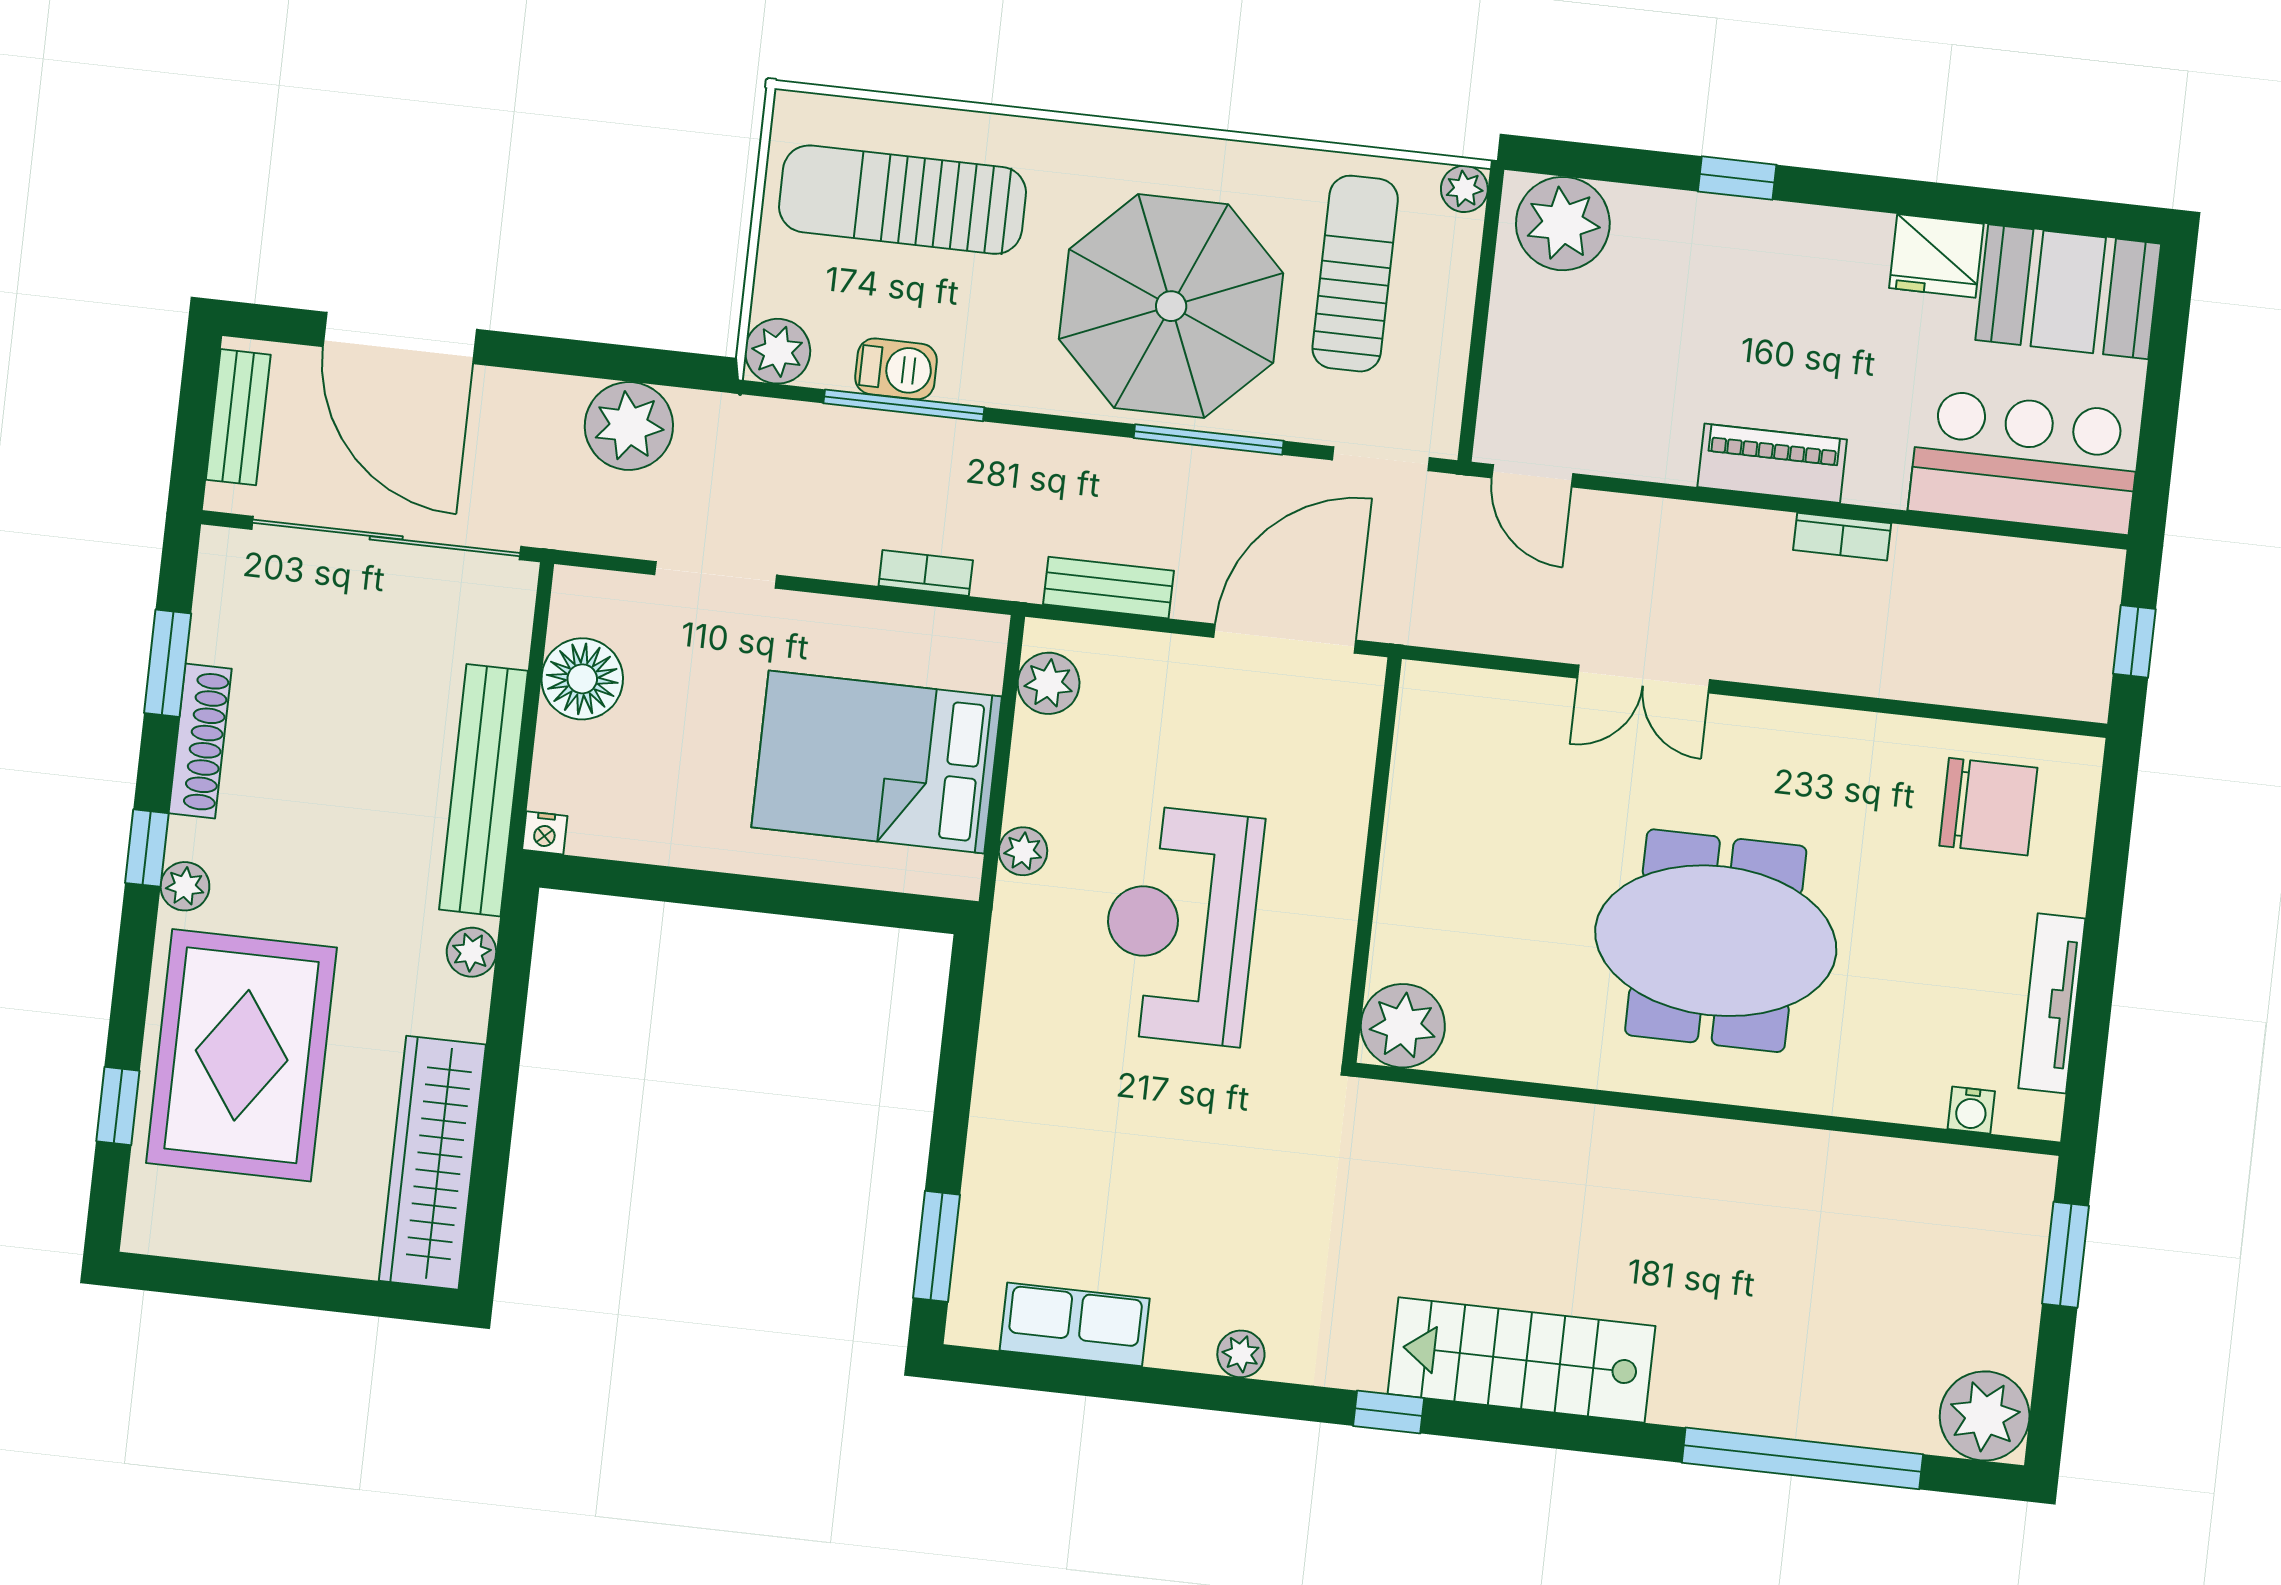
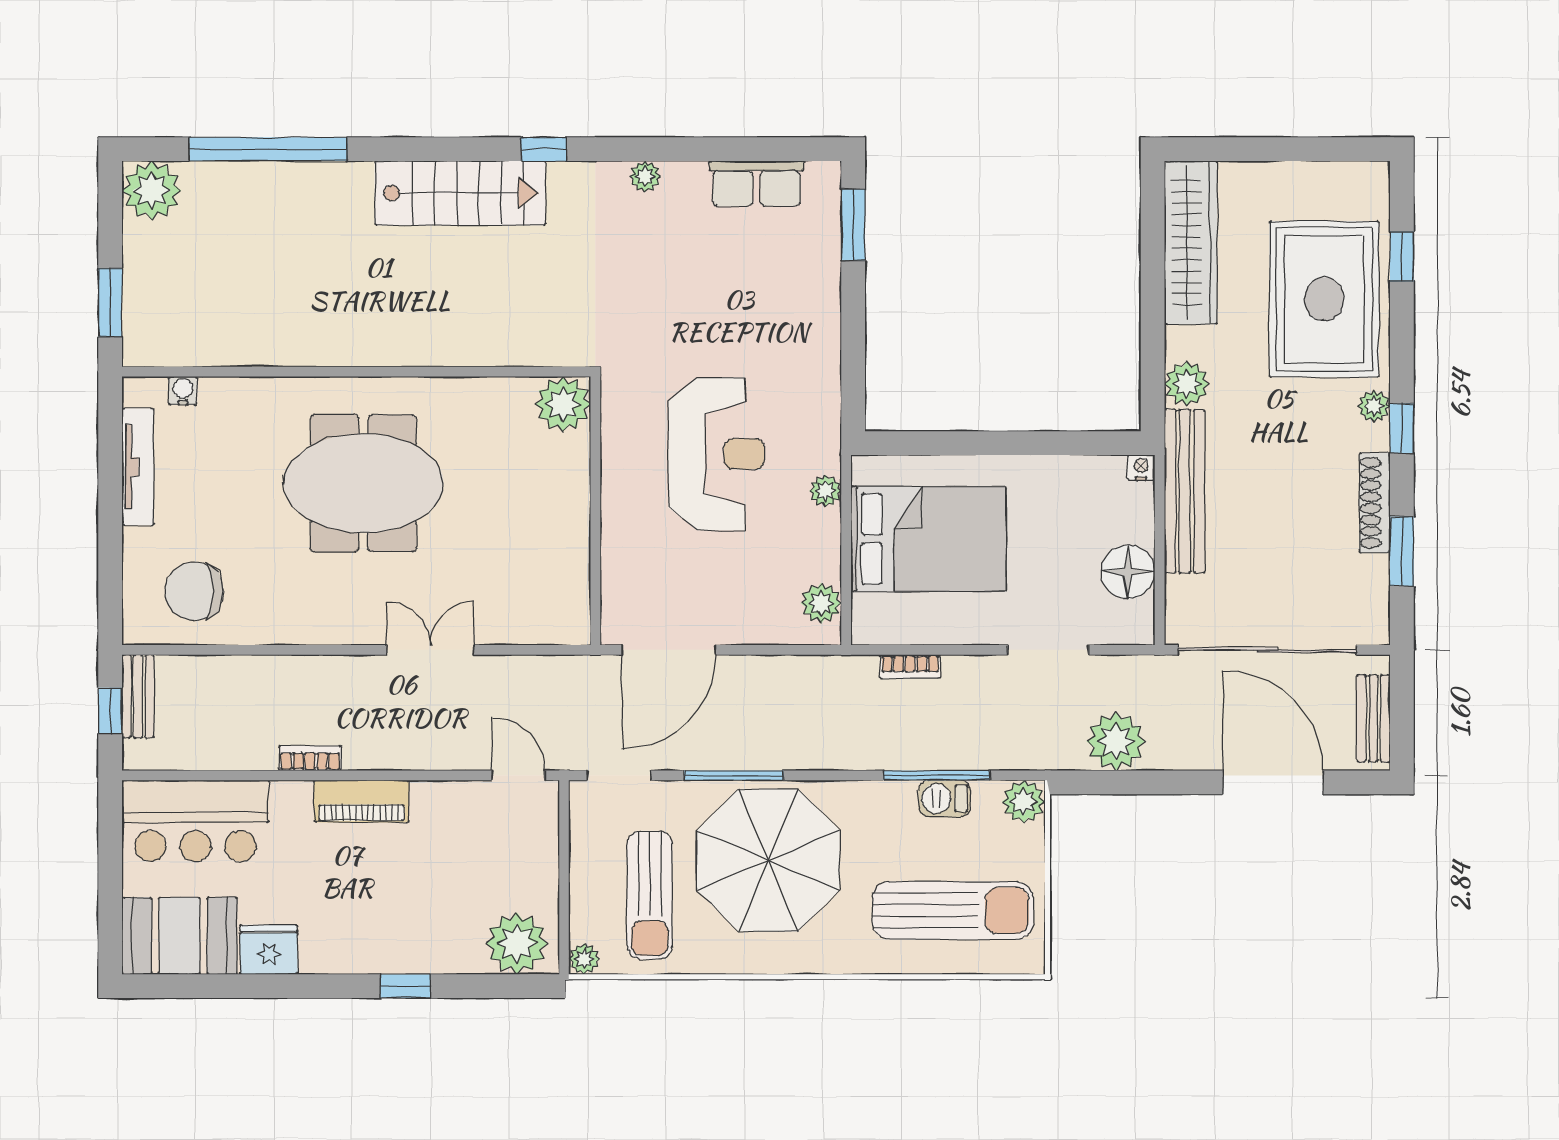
bench: (1109, 588) -> (138, 696), moved, turned 90
plant: (471, 952) -> (1187, 384), width x1.38, depth x1.38

